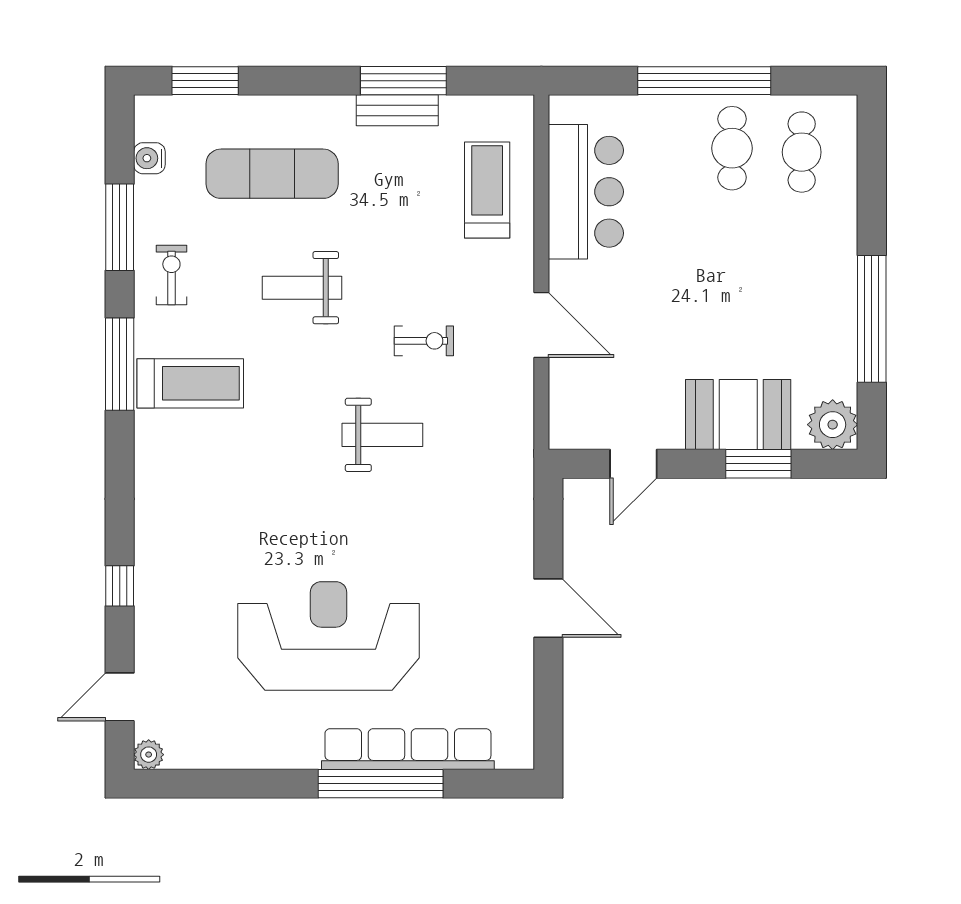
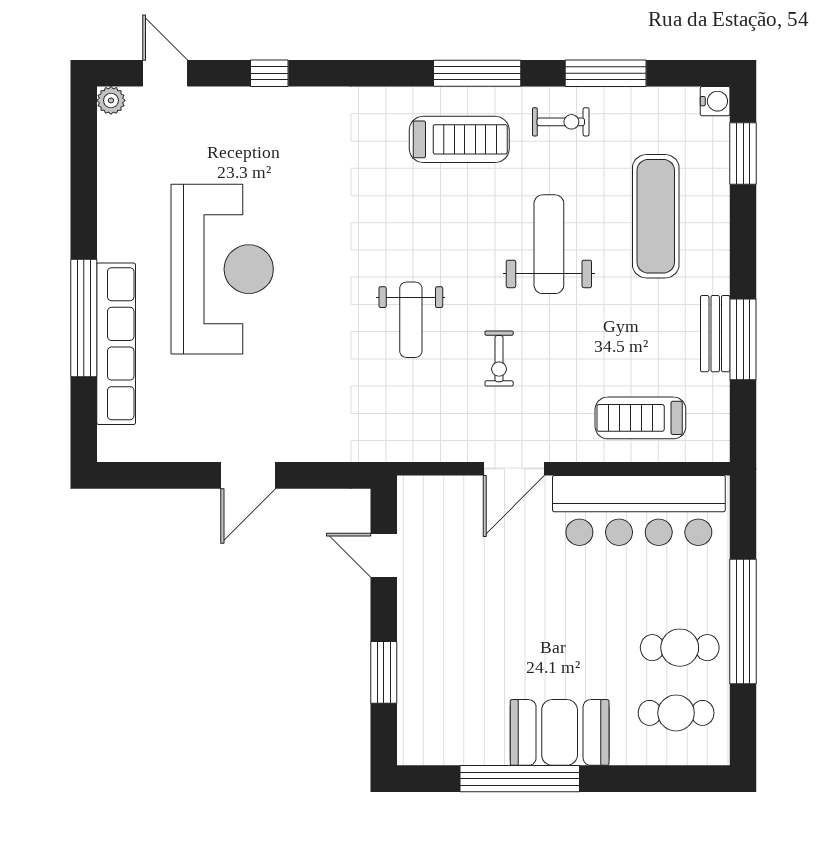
water cooler: (149, 158) -> (715, 101), moved, turned 90
treadmill: (487, 190) -> (640, 418), turned 180
bar counter: (586, 192) -> (639, 511), width x1.36
weight bench: (302, 288) -> (549, 244), width x1.36, depth x1.33
treadmill: (190, 383) -> (459, 139), turned -90
booth: (738, 414) -> (560, 732), moved, turned 90
plant: (833, 425) -> (420, 742), removed

